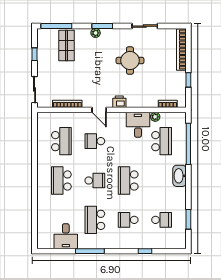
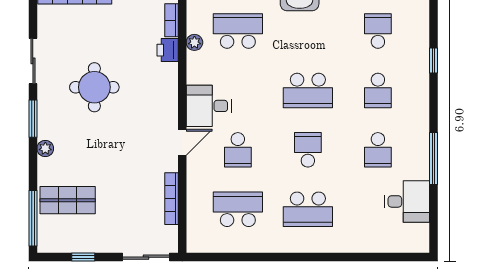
window: (102, 26) -> (33, 119), moved
printer: (119, 102) -> (168, 50), moved
desk: (138, 125) -> (209, 106), moved
school desk: (95, 220) -> (378, 150), width x0.54

